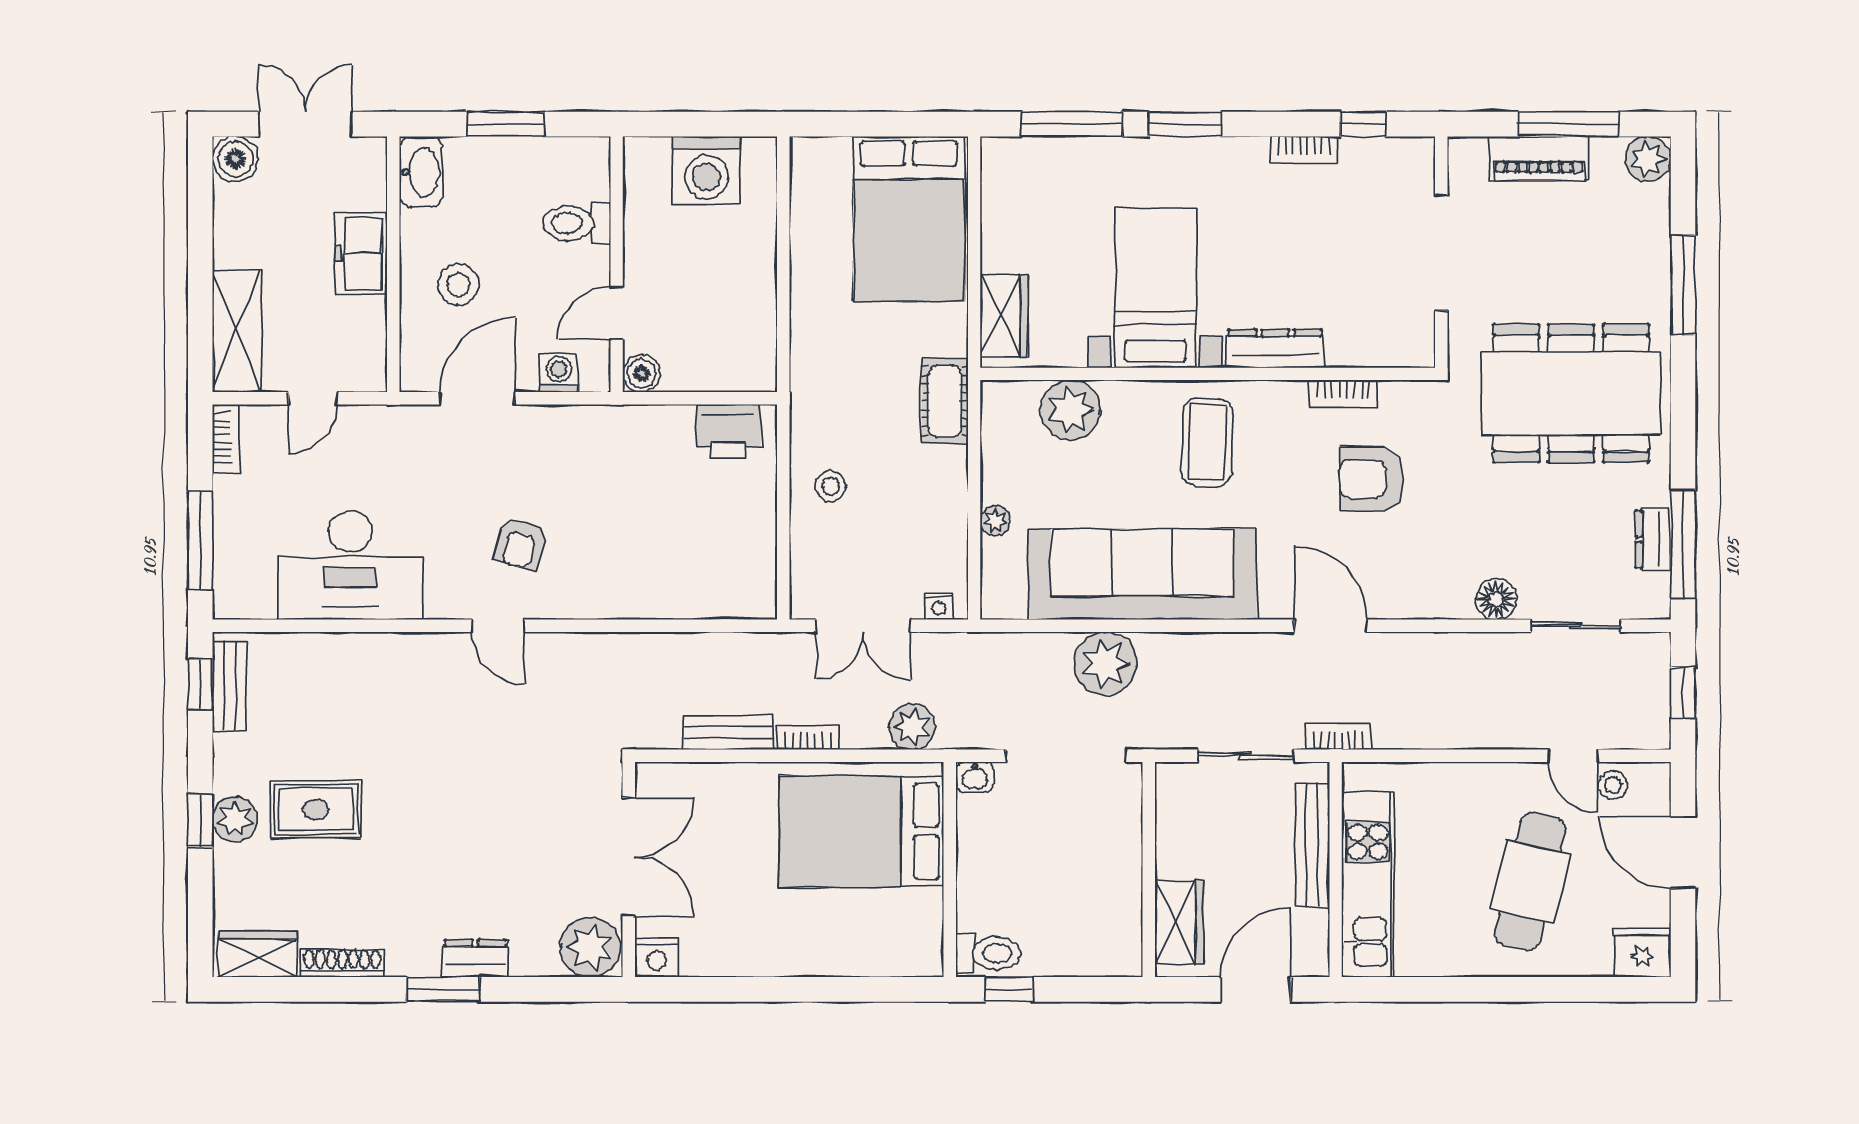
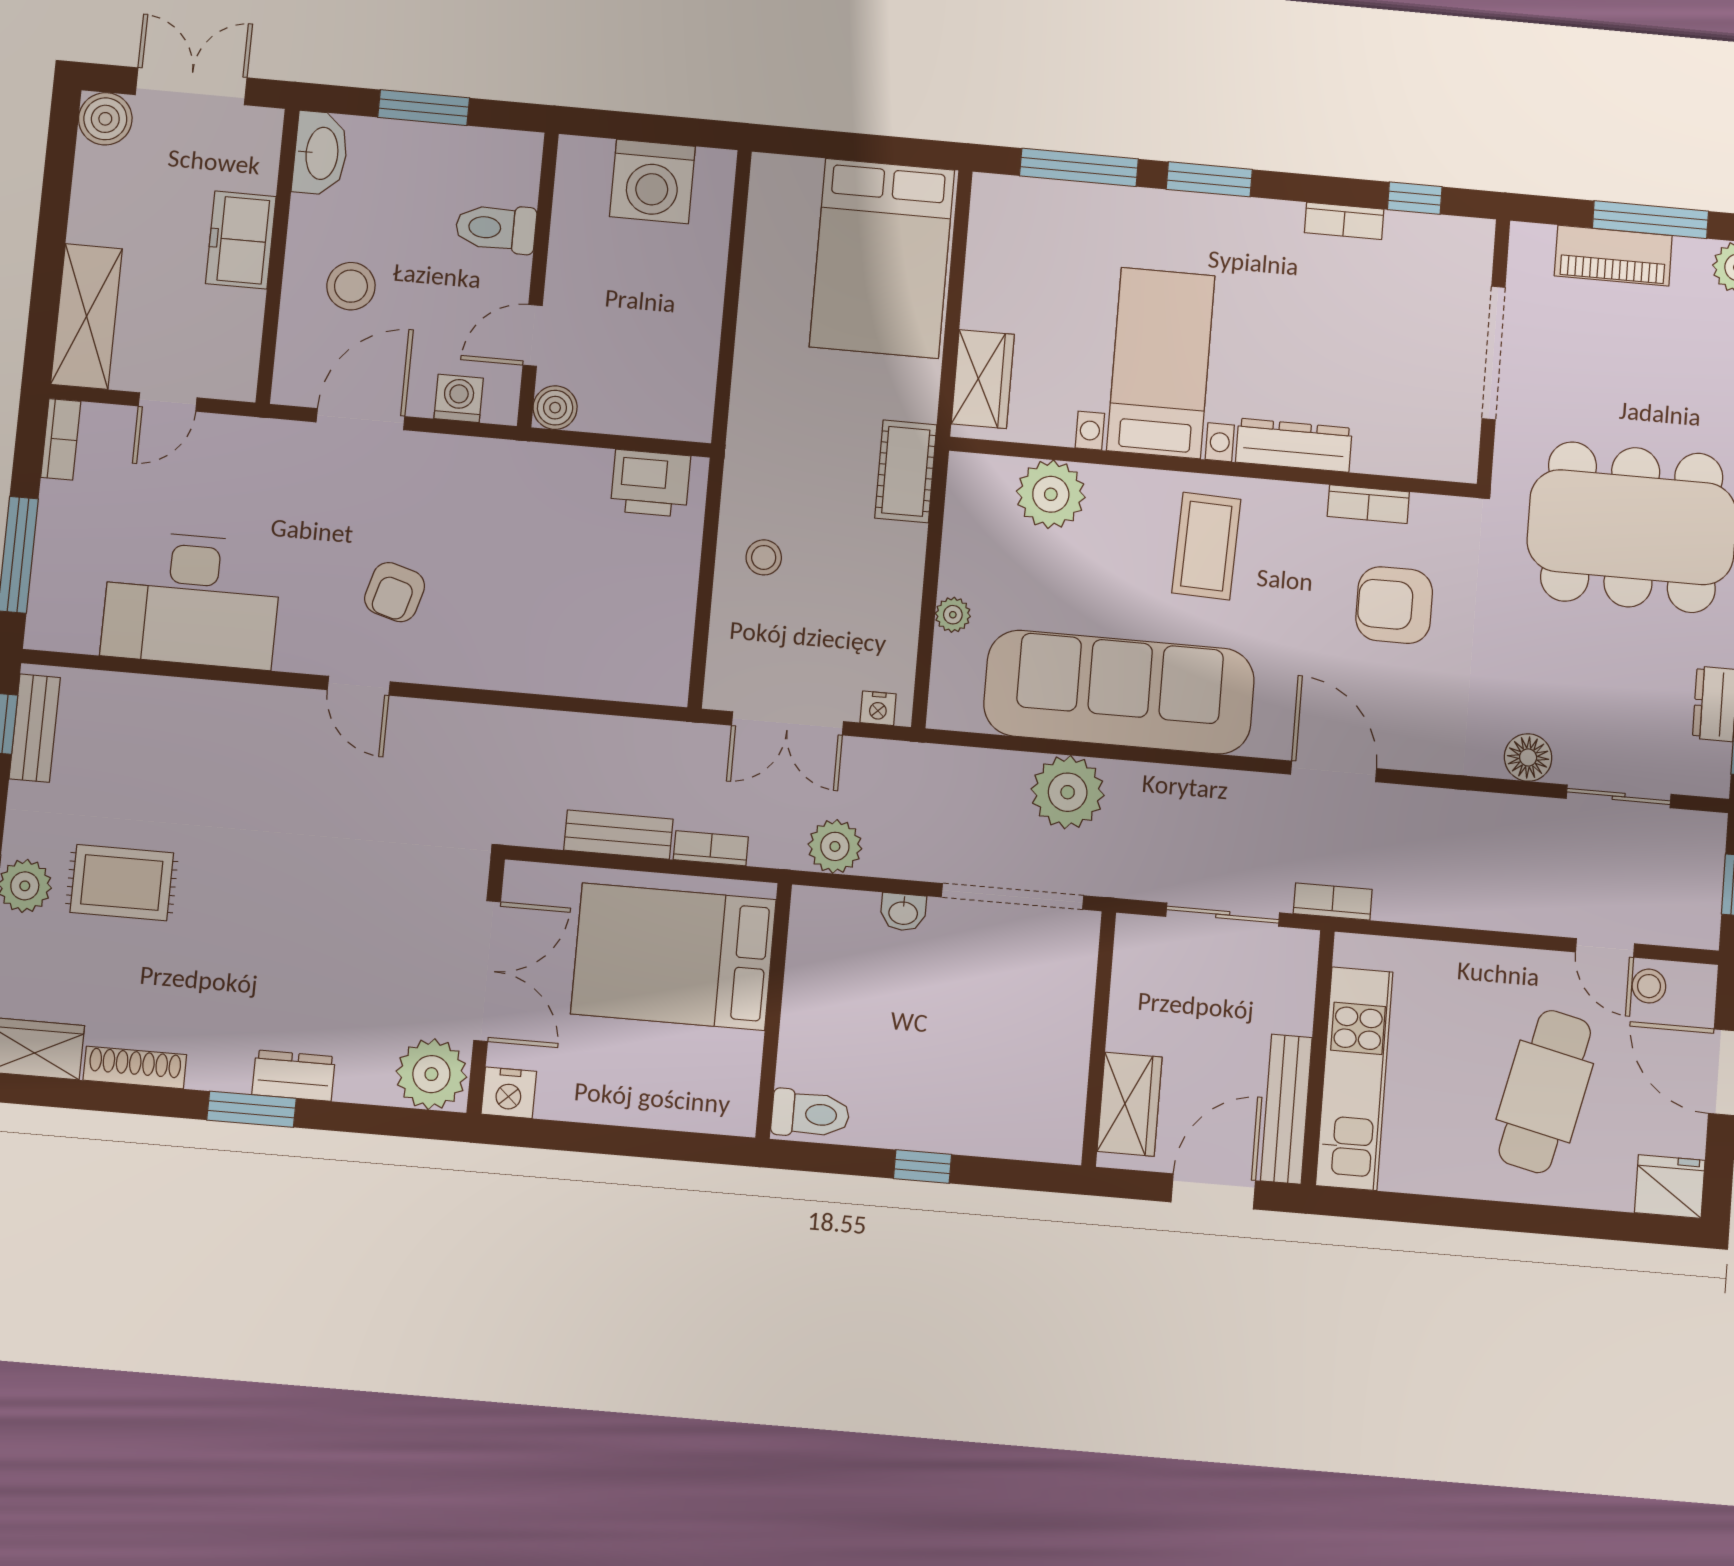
bed: (861, 831) -> (673, 957), moved
bench: (1312, 845) -> (1286, 1109), moved
wall: (950, 869) -> (774, 1011), moved
toilet: (988, 953) -> (810, 1114), moved

